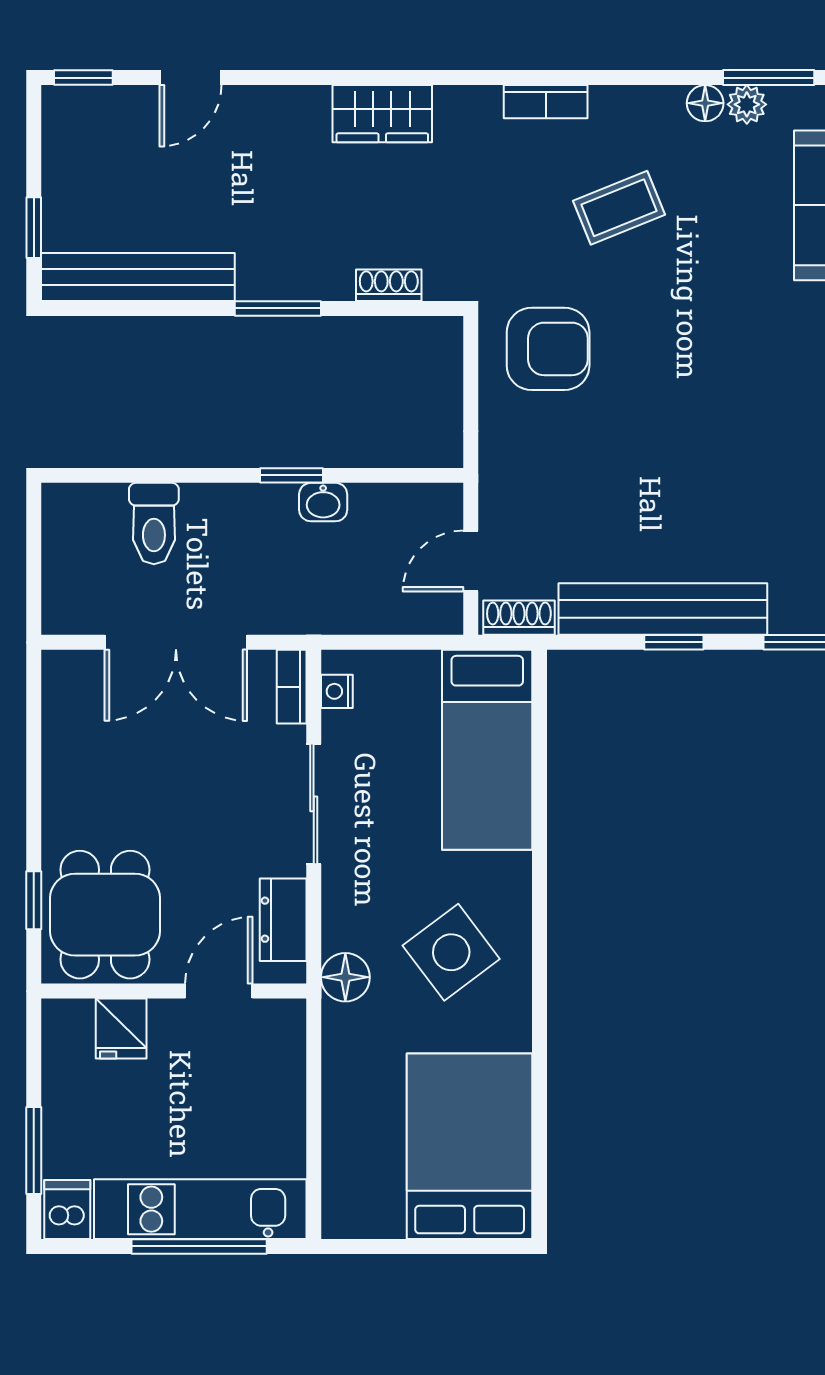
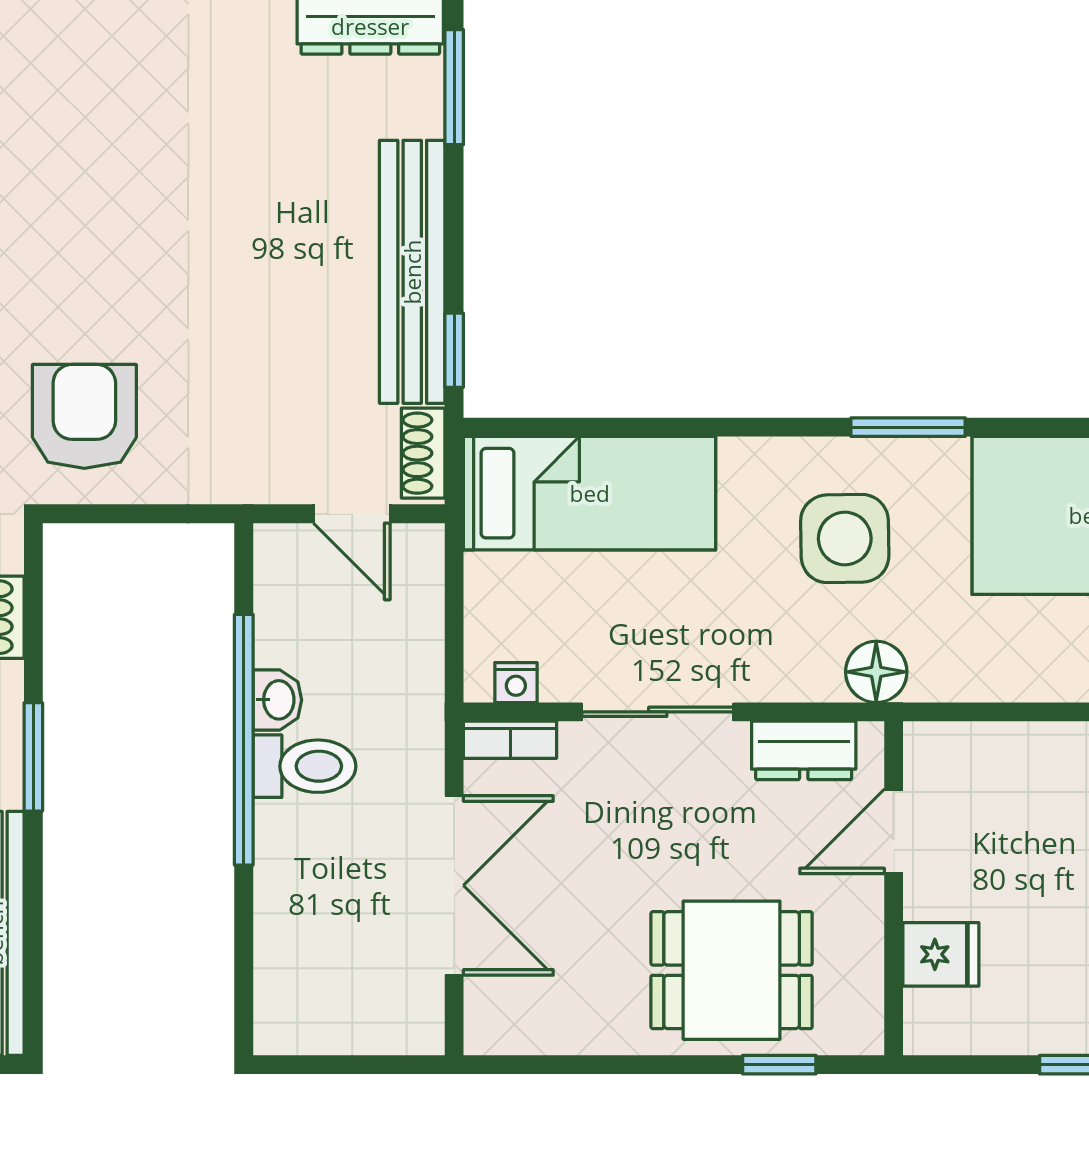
window: (292, 475) -> (244, 740), width x3.17
toilet: (154, 524) -> (304, 766), moved
window: (674, 642) -> (454, 350), moved
dining table: (105, 915) -> (732, 970), moved
side table: (451, 952) -> (845, 539), turned 36
door: (219, 991) -> (894, 831), hinge flipped
window: (540, 1002) -> (908, 427), added

